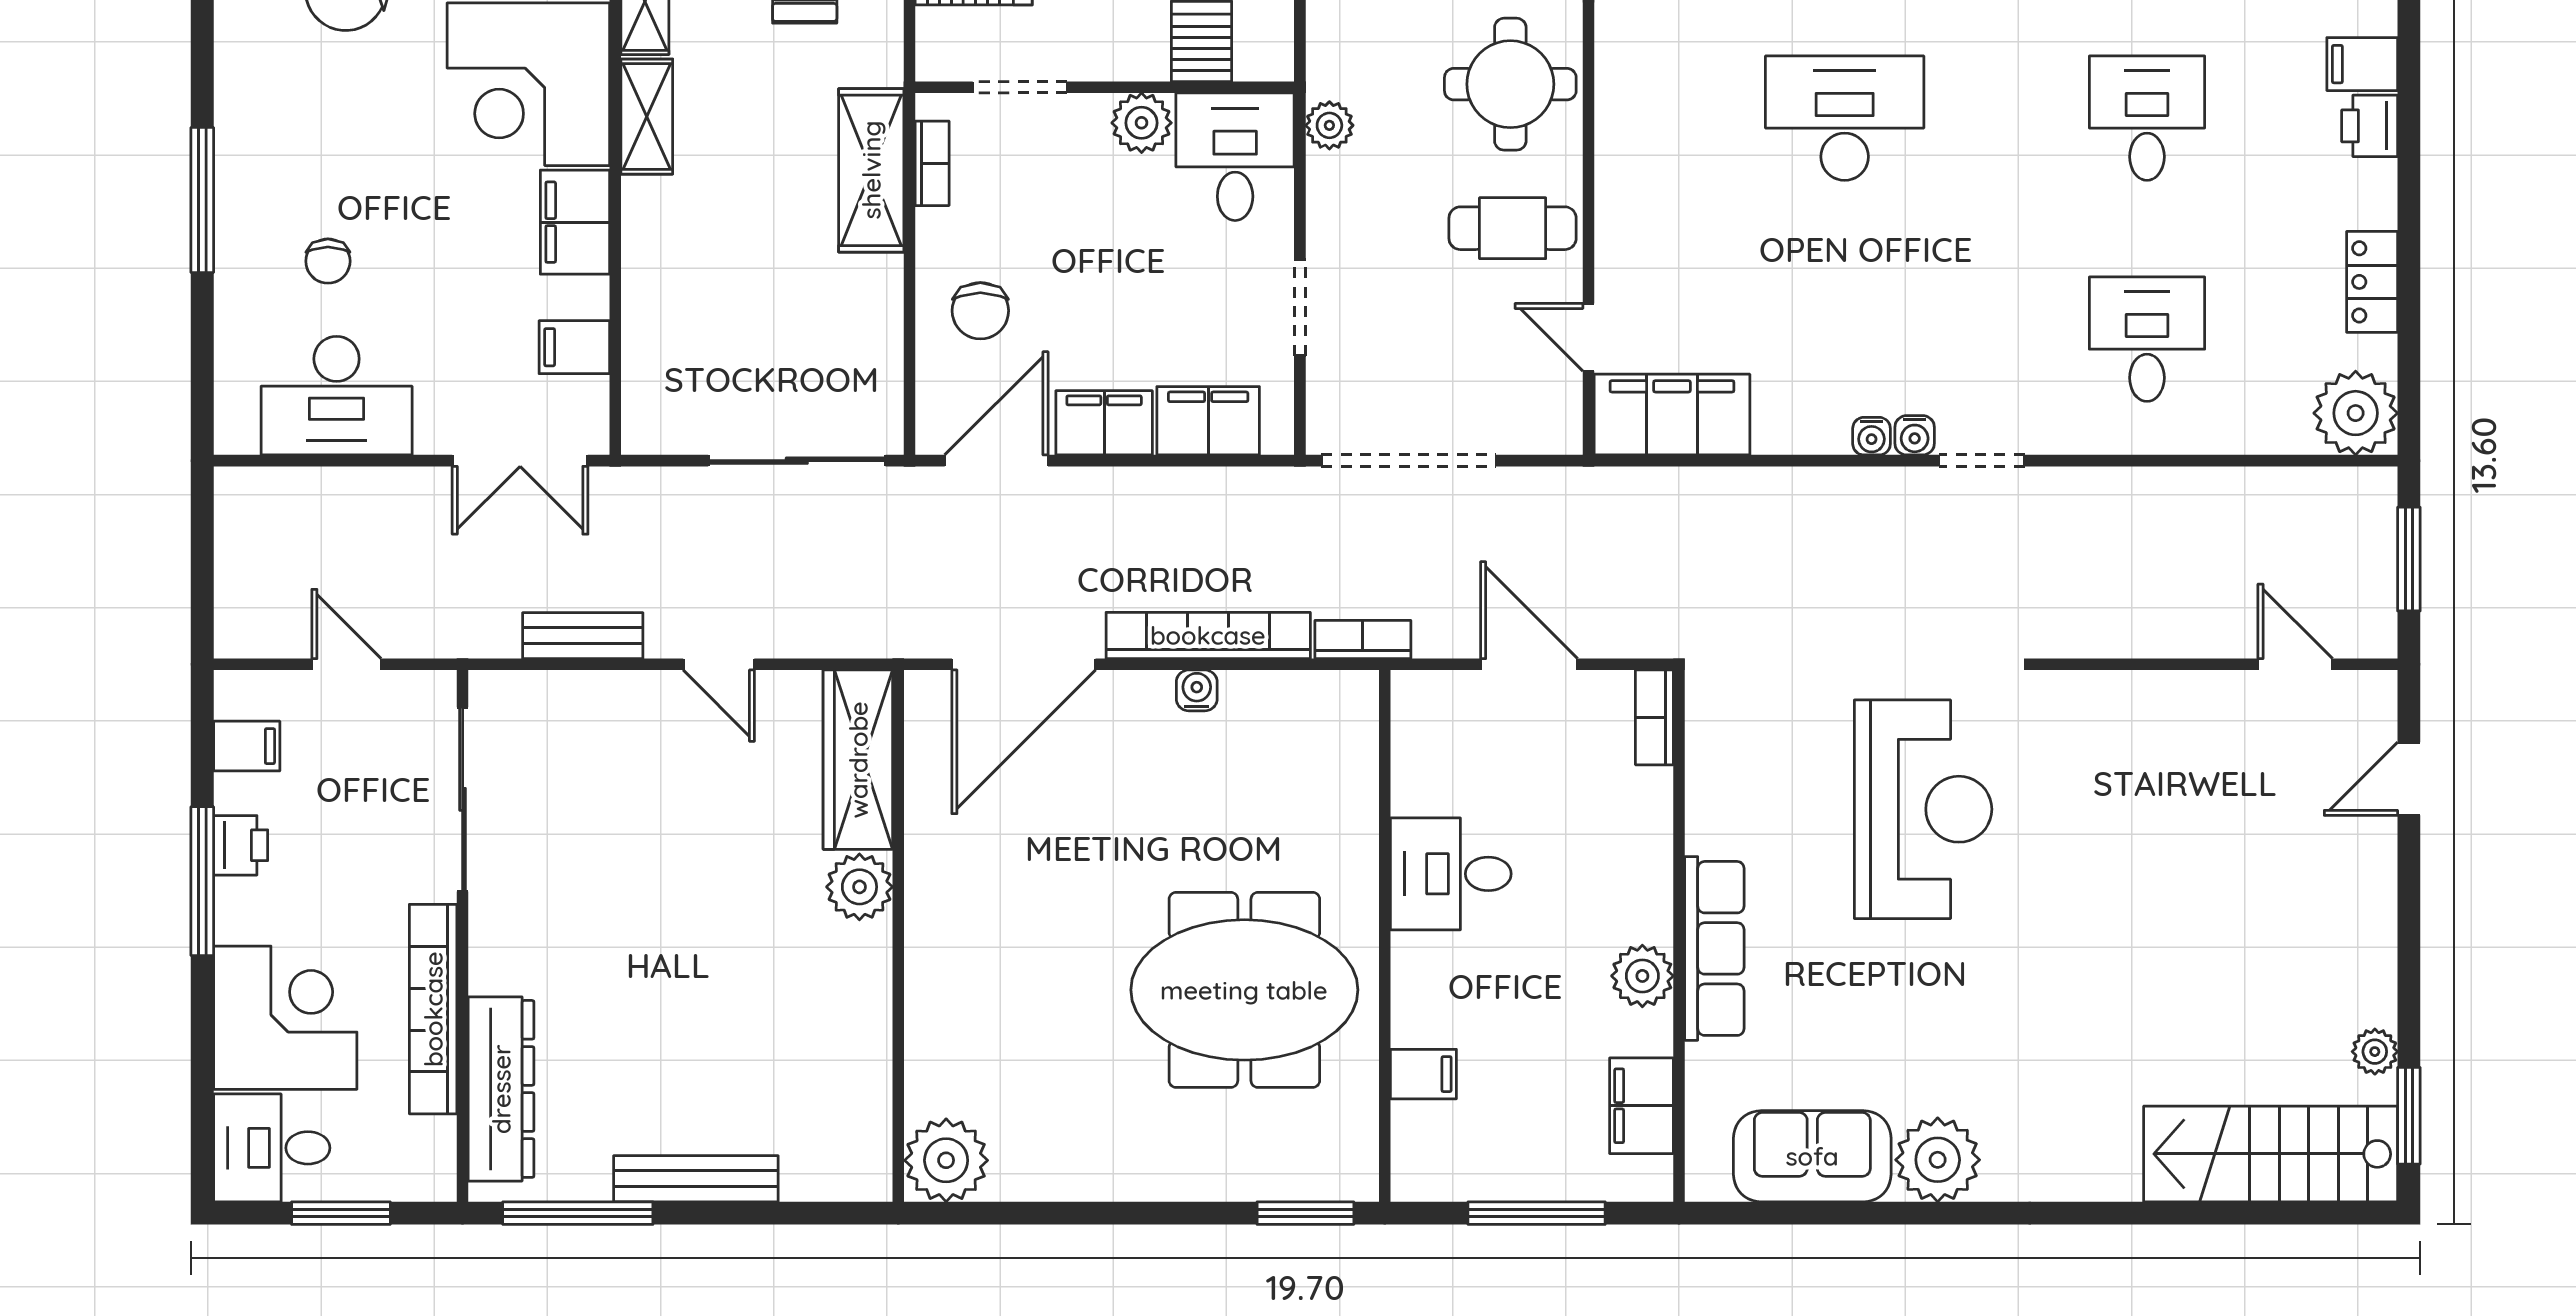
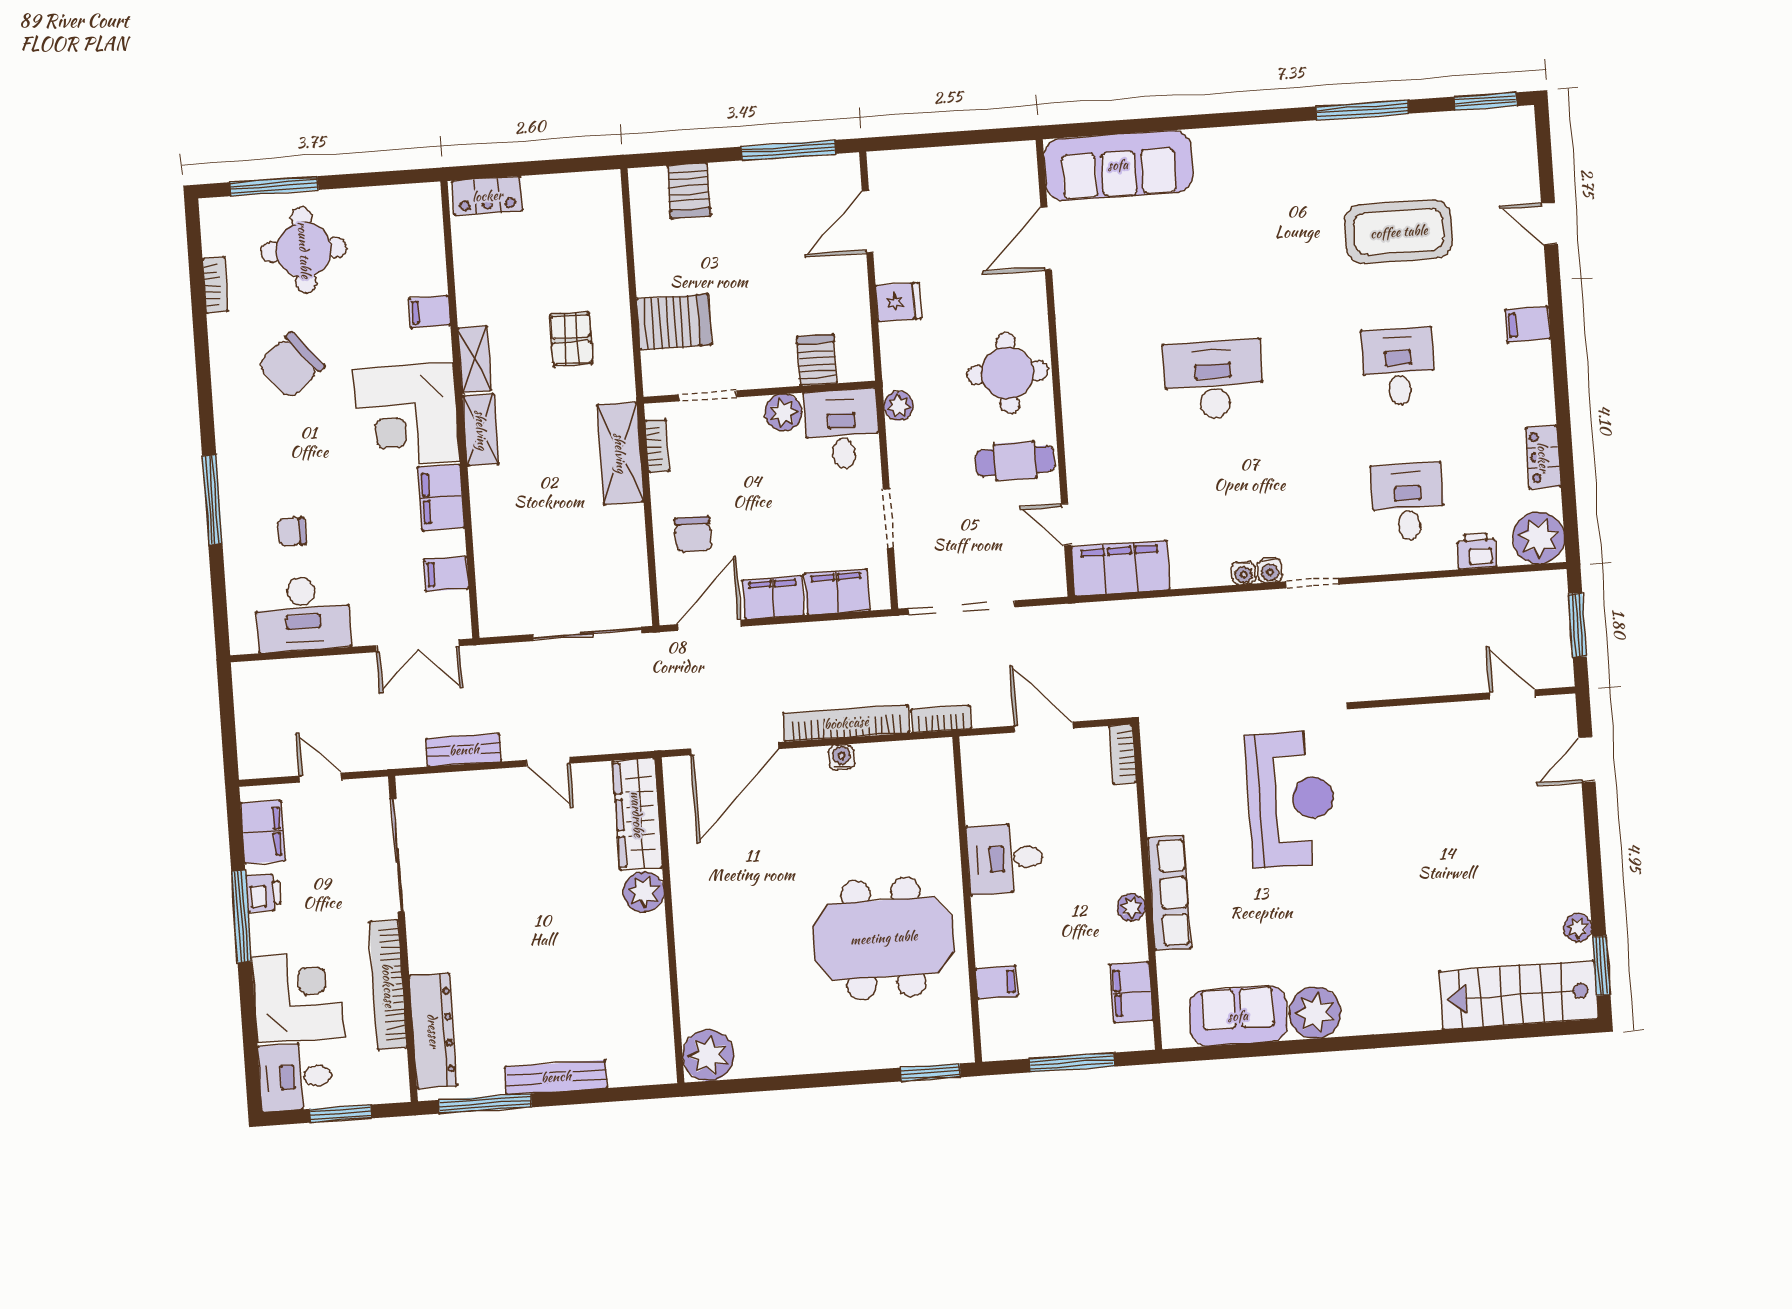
printer: (2370, 126) -> (1477, 551), moved, turned 90
chair: (328, 261) -> (292, 532), turned 90
filing cabinet: (247, 746) -> (263, 832), width x2.00
plant: (1642, 976) -> (1131, 907), width x0.73, depth x0.73

